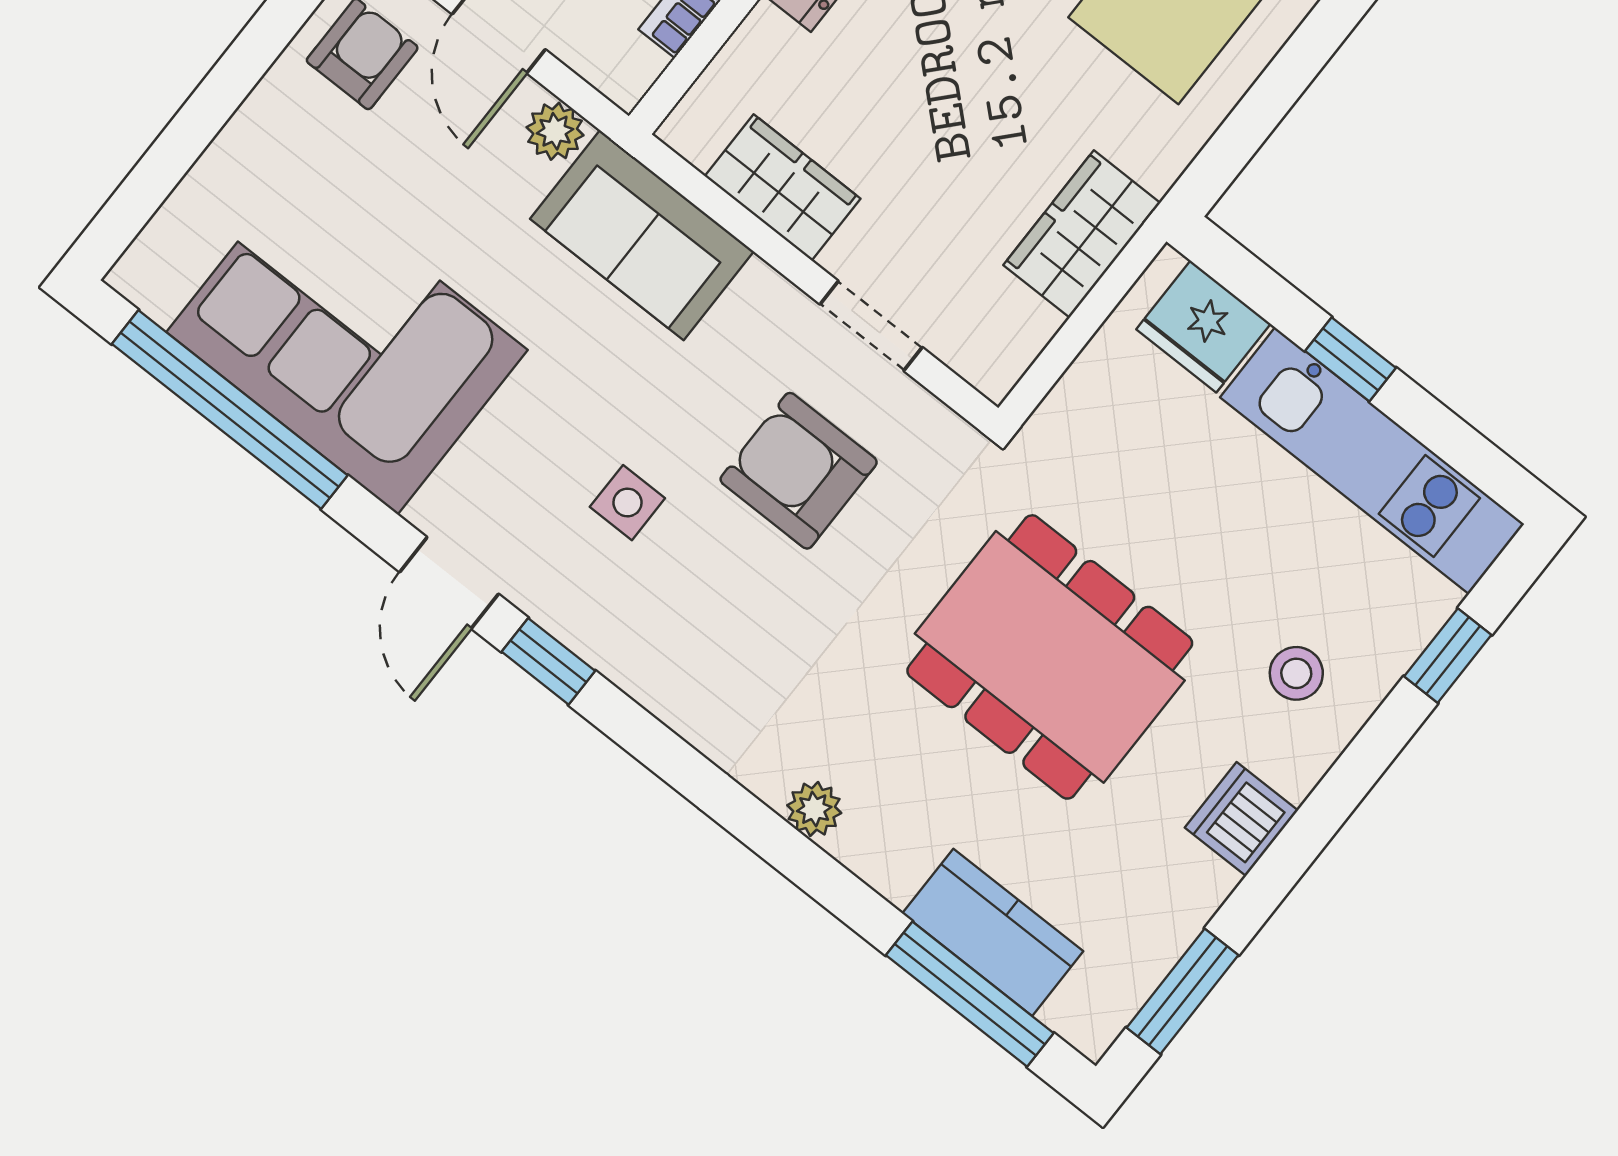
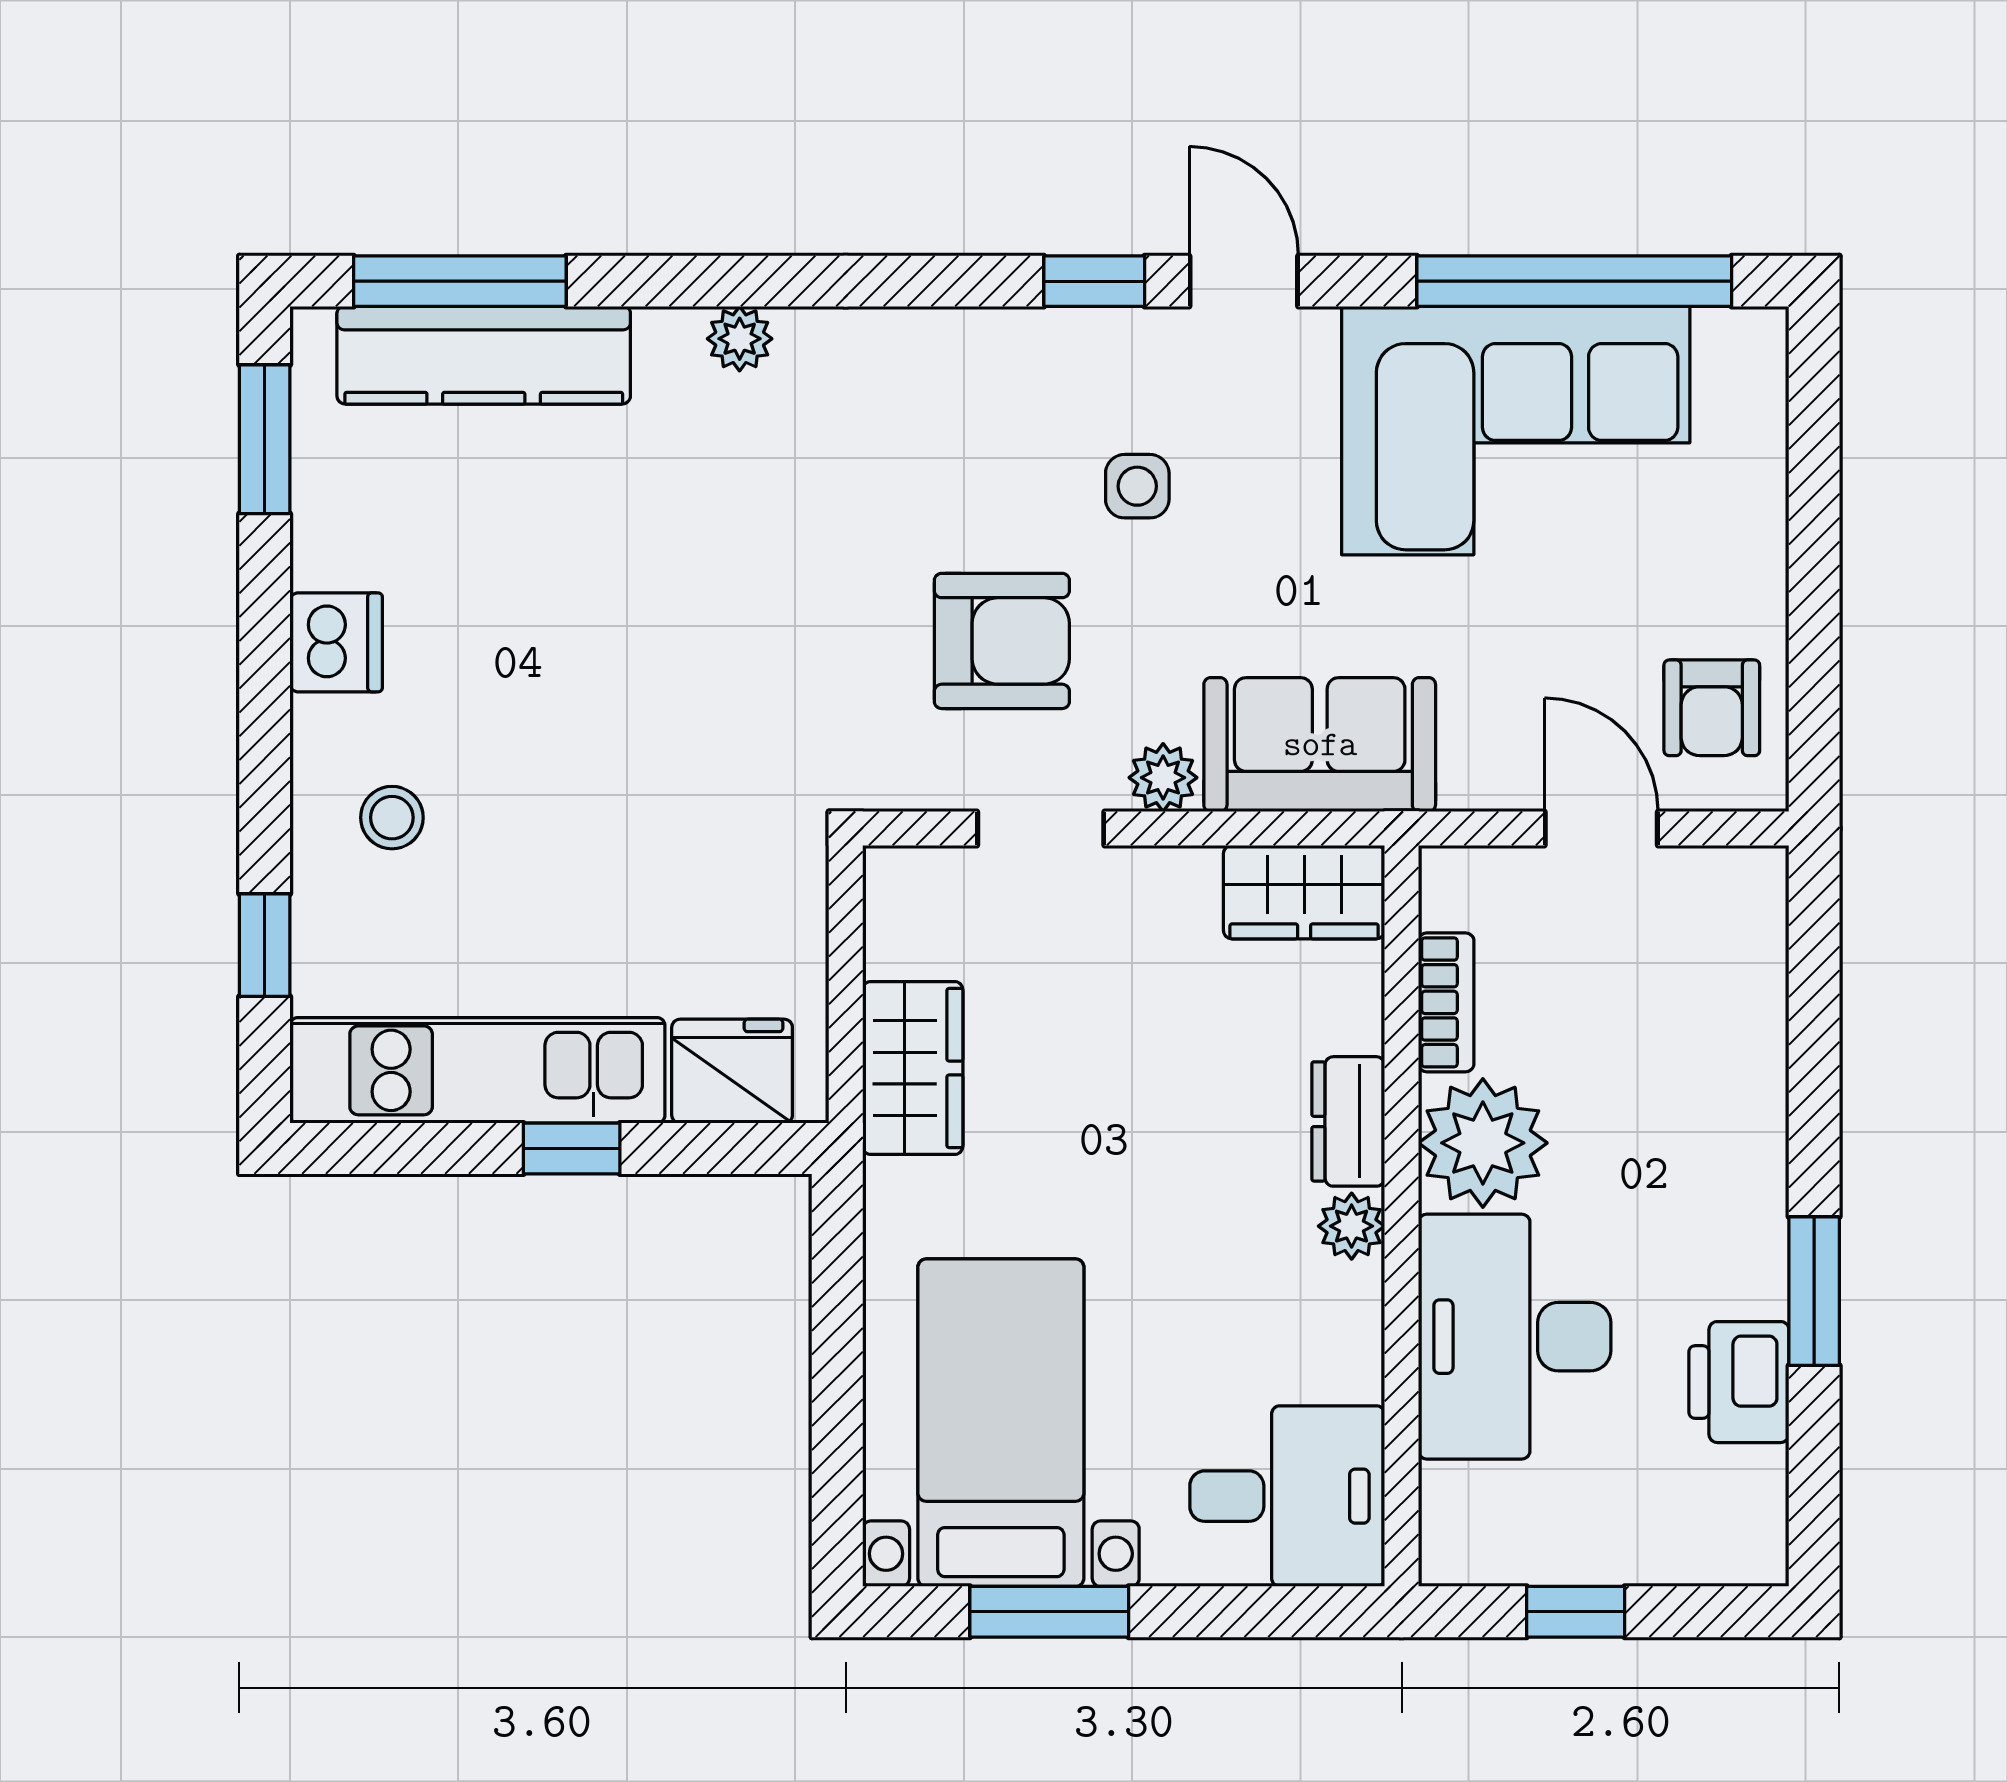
plant: (555, 131) -> (1163, 778), moved
wardrobe: (783, 187) -> (1304, 892), moved
dining table: (1050, 657) -> (633, 652), removed
kitchen counter: (993, 932) -> (484, 355), width x1.50

